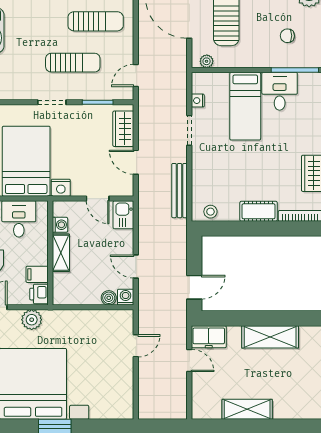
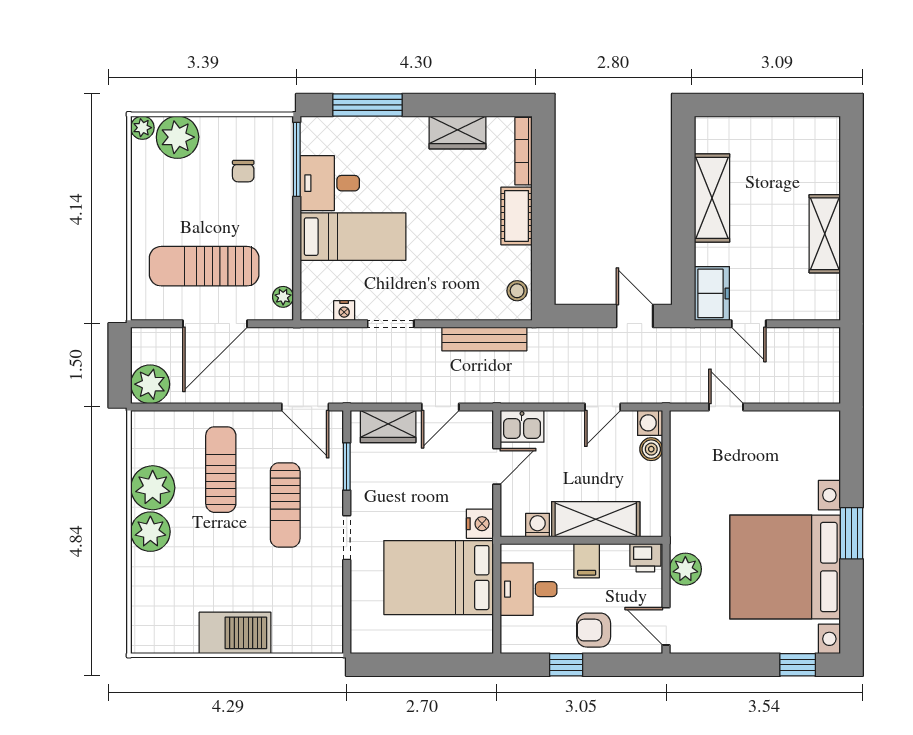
sun lounger: (73, 63) -> (285, 505), turned 180
door: (136, 75) -> (305, 407), width x1.37
shelving: (61, 253) -> (596, 519), width x1.50, depth x1.33
filing cabinet: (37, 274) -> (587, 561), moved
door: (189, 360) -> (749, 324), swing flipped

